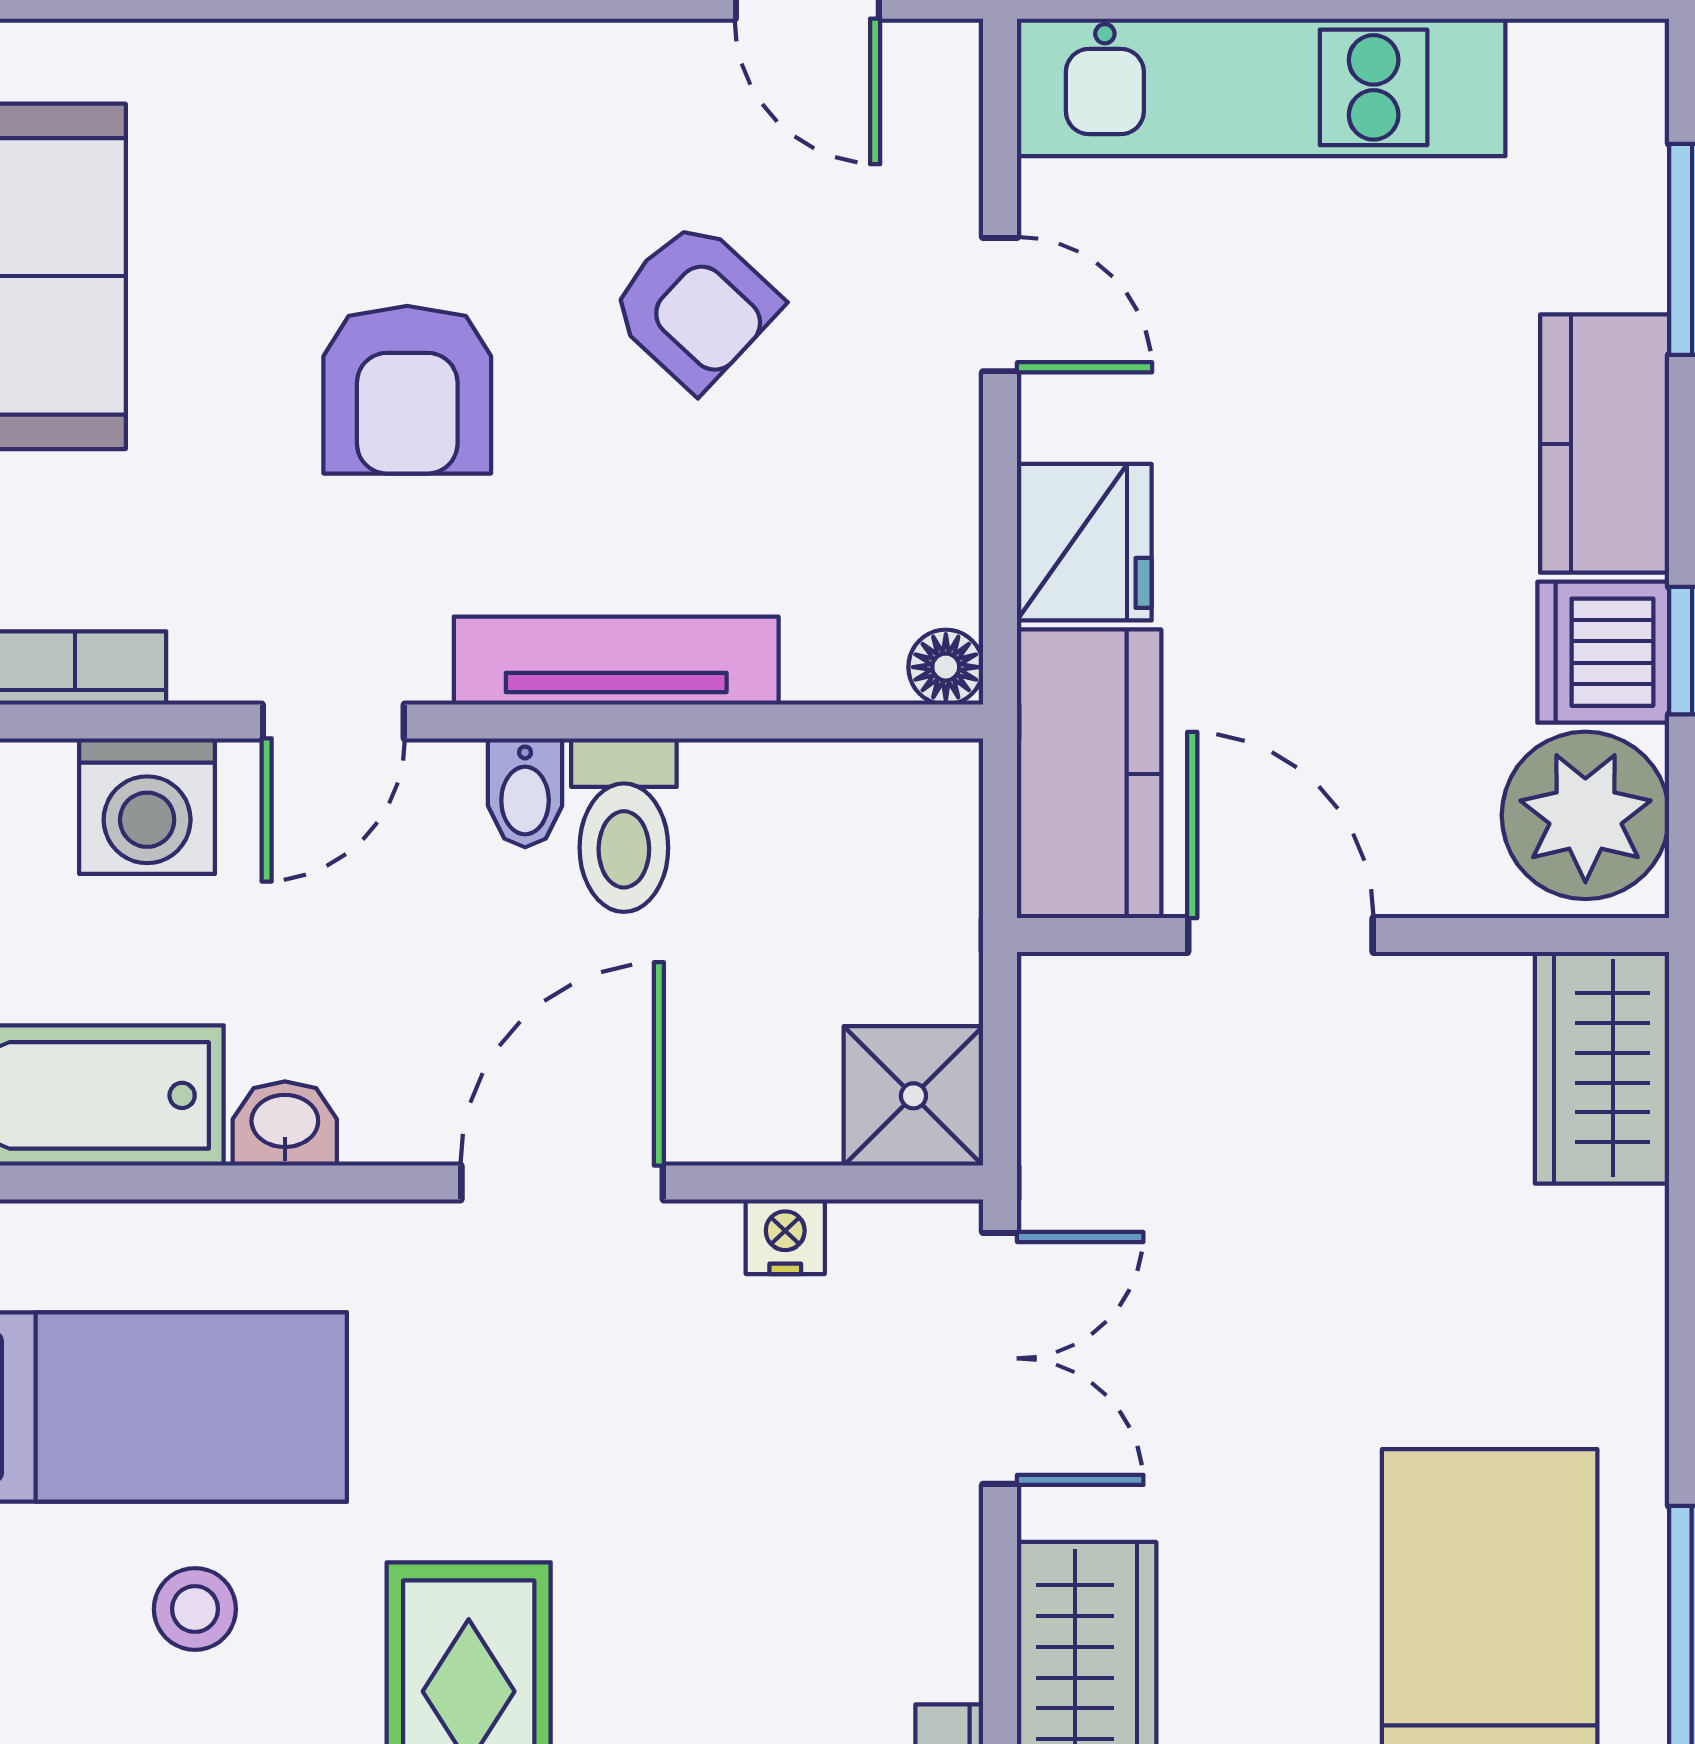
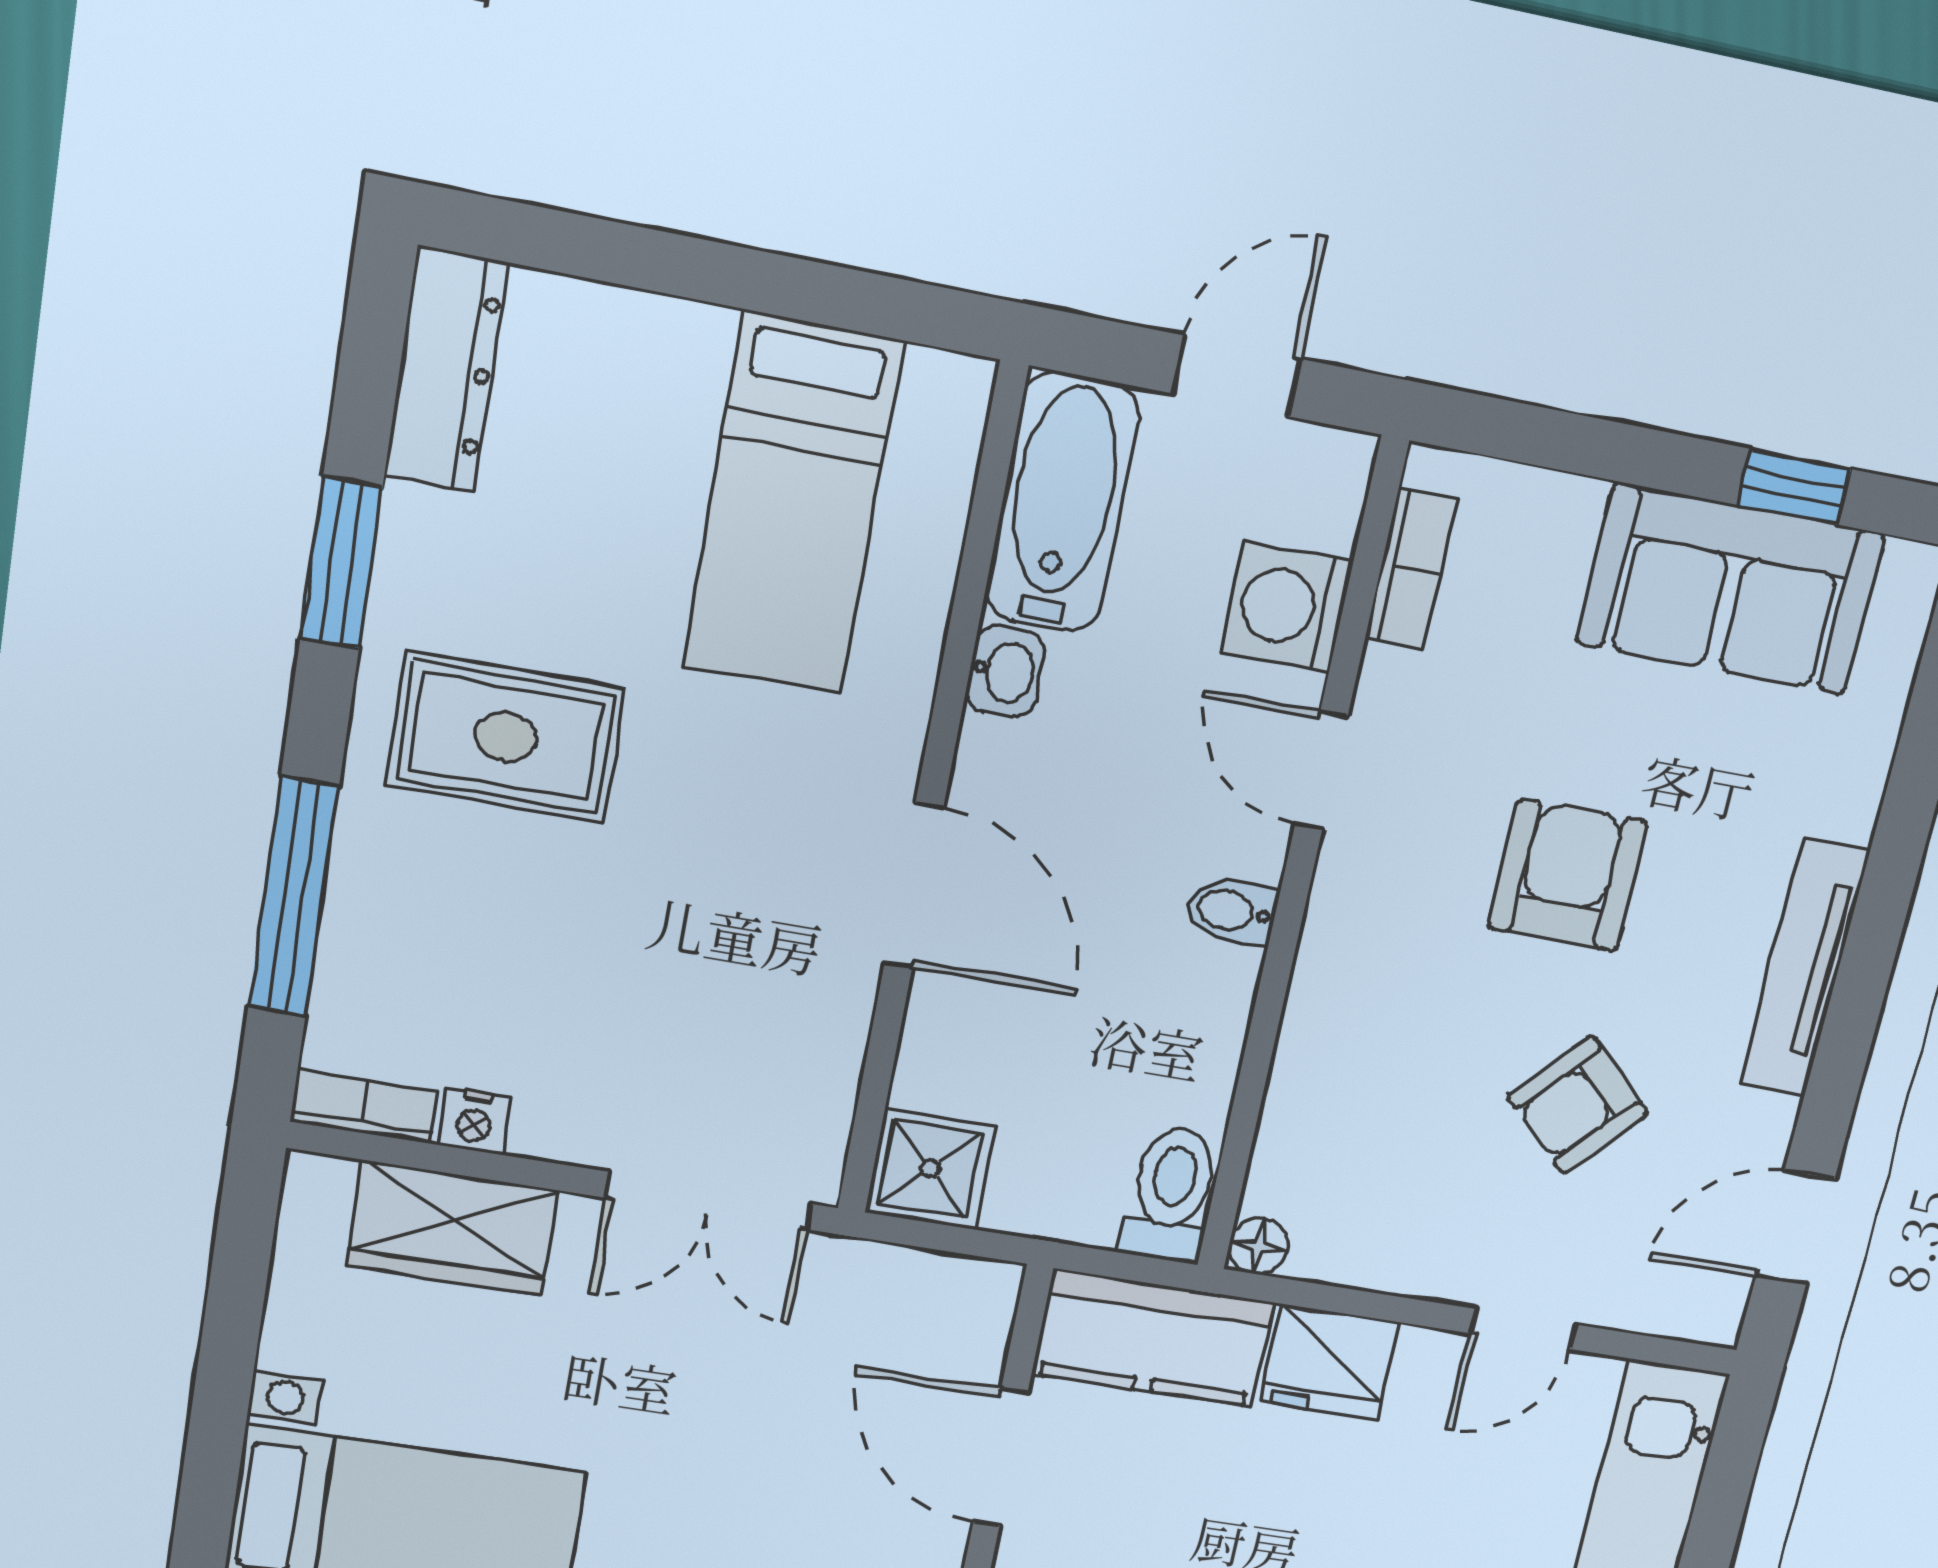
armchair: (407, 390) -> (1567, 875), turned 90
tv unit: (616, 661) -> (1804, 967), moved, turned 180
toilet: (624, 825) -> (1171, 1194), moved, turned 90
door: (1280, 935) -> (1000, 1457), swing flipped
nightstand: (785, 1237) -> (475, 1121), moved, turned 90
stool: (195, 1609) -> (612, 522), removed

